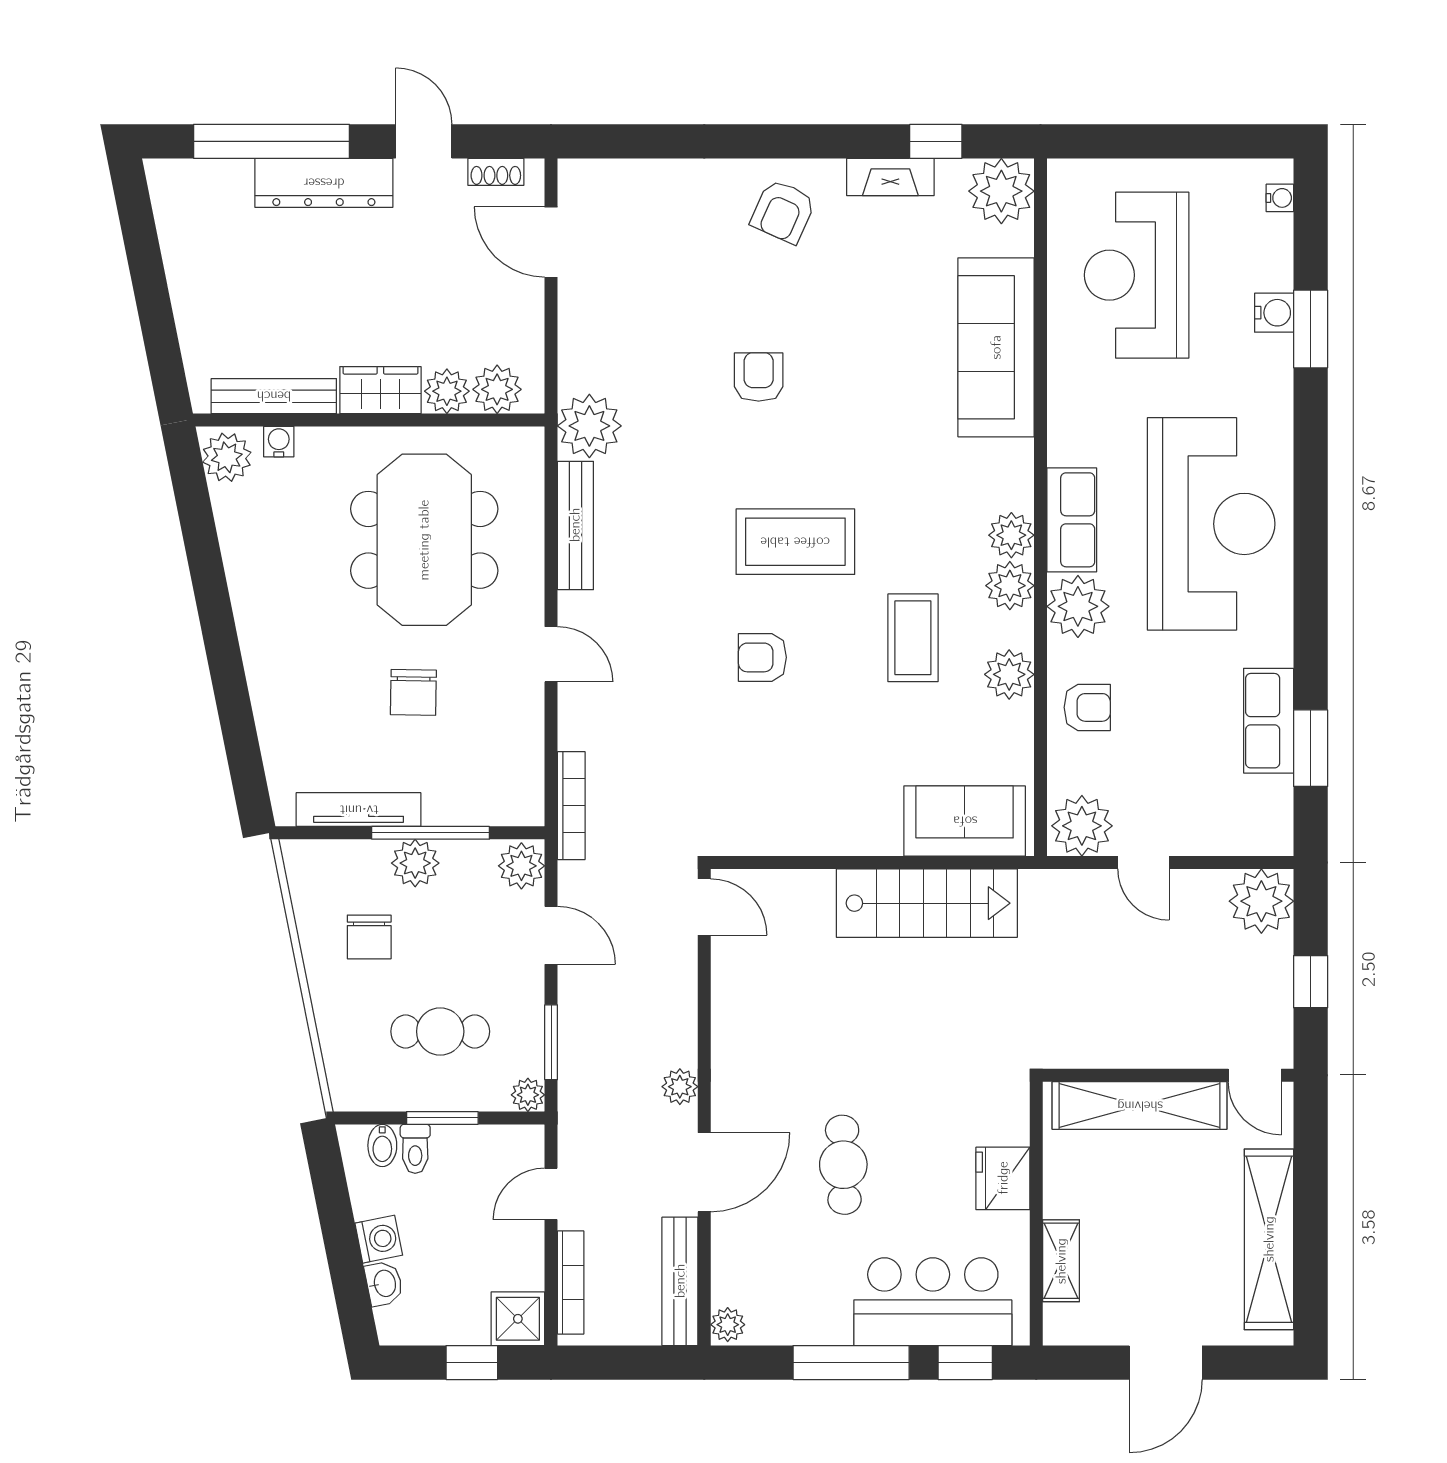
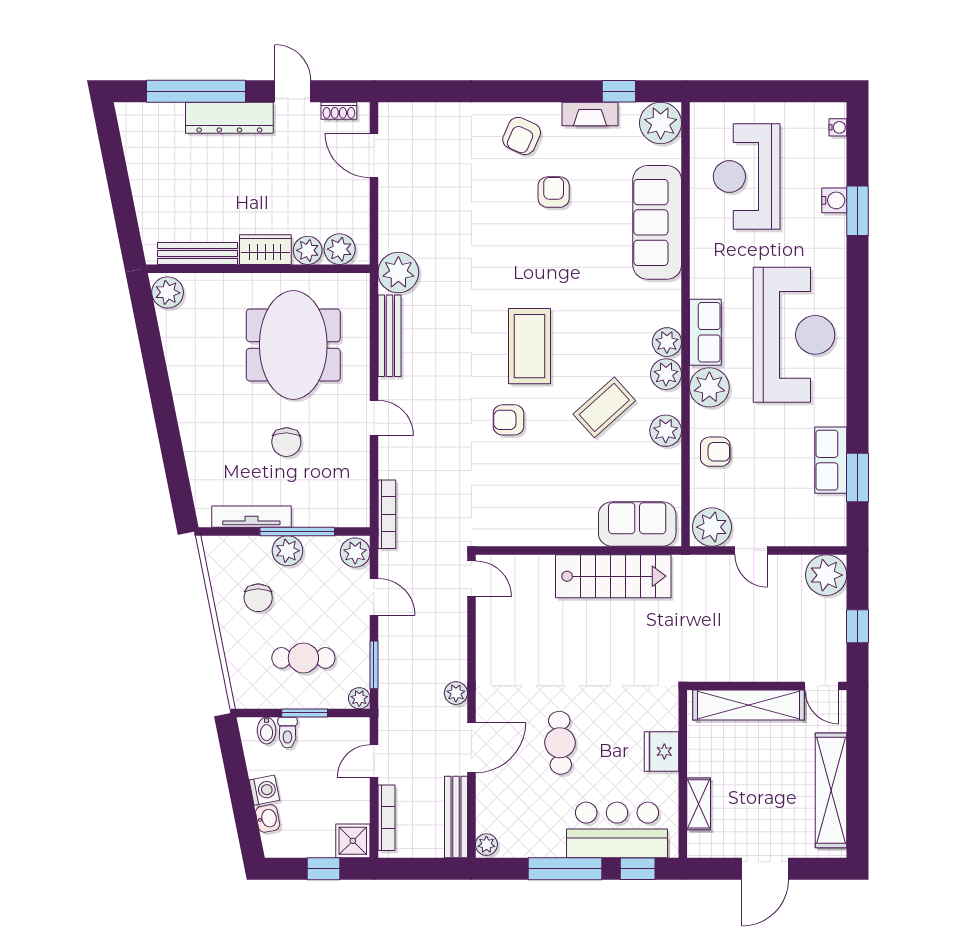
armchair: (759, 377) -> (554, 192), moved
water cooler: (279, 442) -> (201, 282), removed
coffee table: (795, 542) -> (529, 346), turned 90
coffee table: (913, 638) -> (604, 407), turned 48

